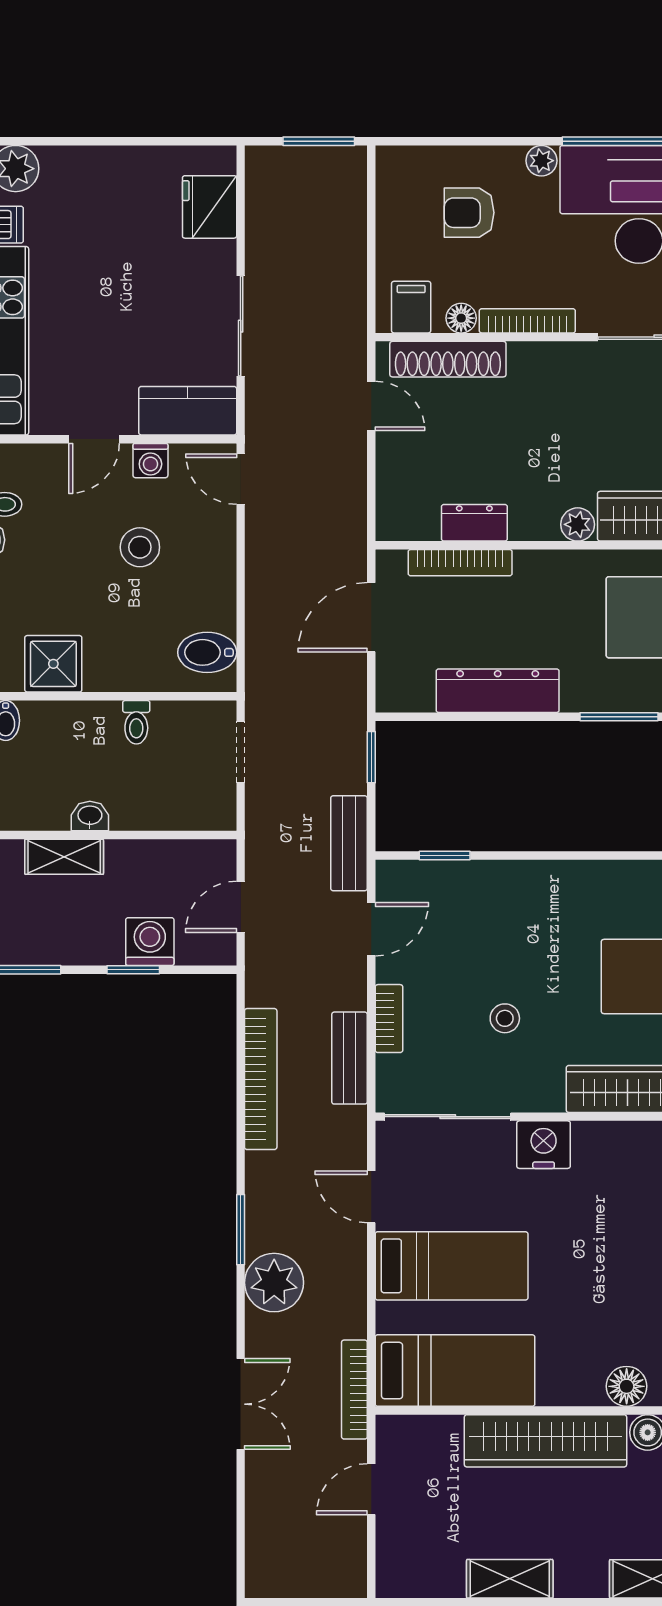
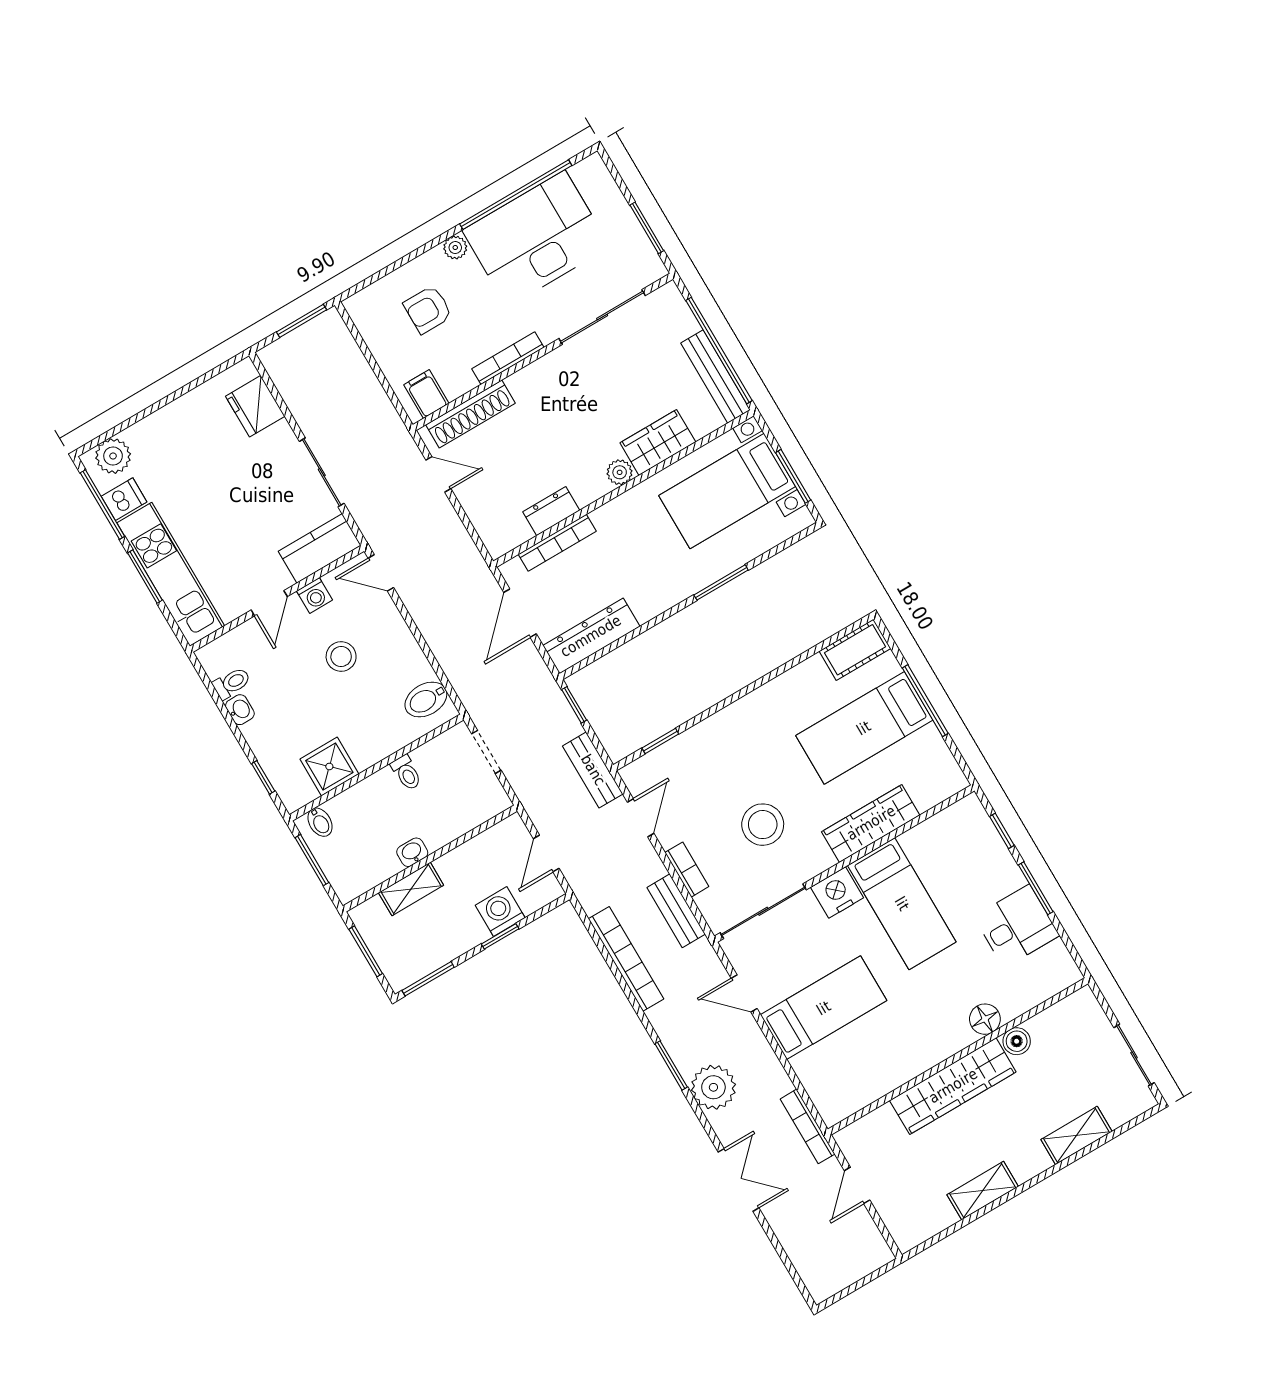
floor lamp: (461, 318) -> (463, 382), removed
dresser: (498, 691) -> (591, 636), moved
stool: (505, 1018) -> (763, 825), width x1.89, depth x1.89
bed: (455, 1371) -> (902, 904), moved, turned 90

